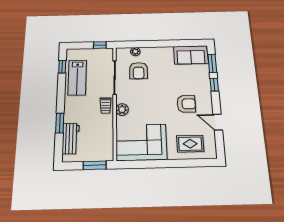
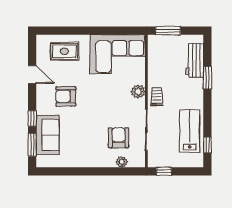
sofa: (191, 55) -> (48, 135), moved, turned 90

